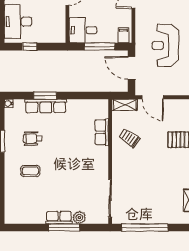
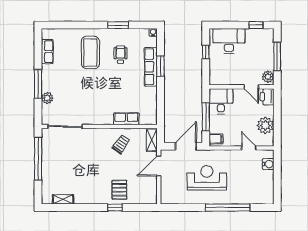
coffee table: (30, 171) -> (90, 52), width x1.86, depth x1.72
row of seats: (59, 218) -> (47, 52), moved

